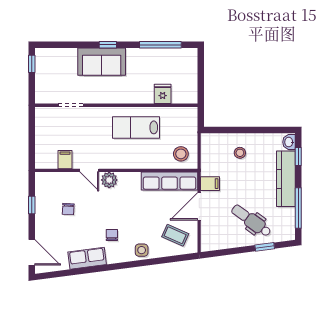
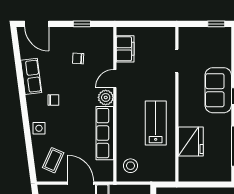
fridge: (163, 94) -> (191, 141), width x1.88, depth x1.34
filing cabinet: (65, 160) -> (125, 49), width x2.00
row of seats: (170, 181) -> (105, 133), moved
door: (32, 252) -> (37, 24), hinge flipped

